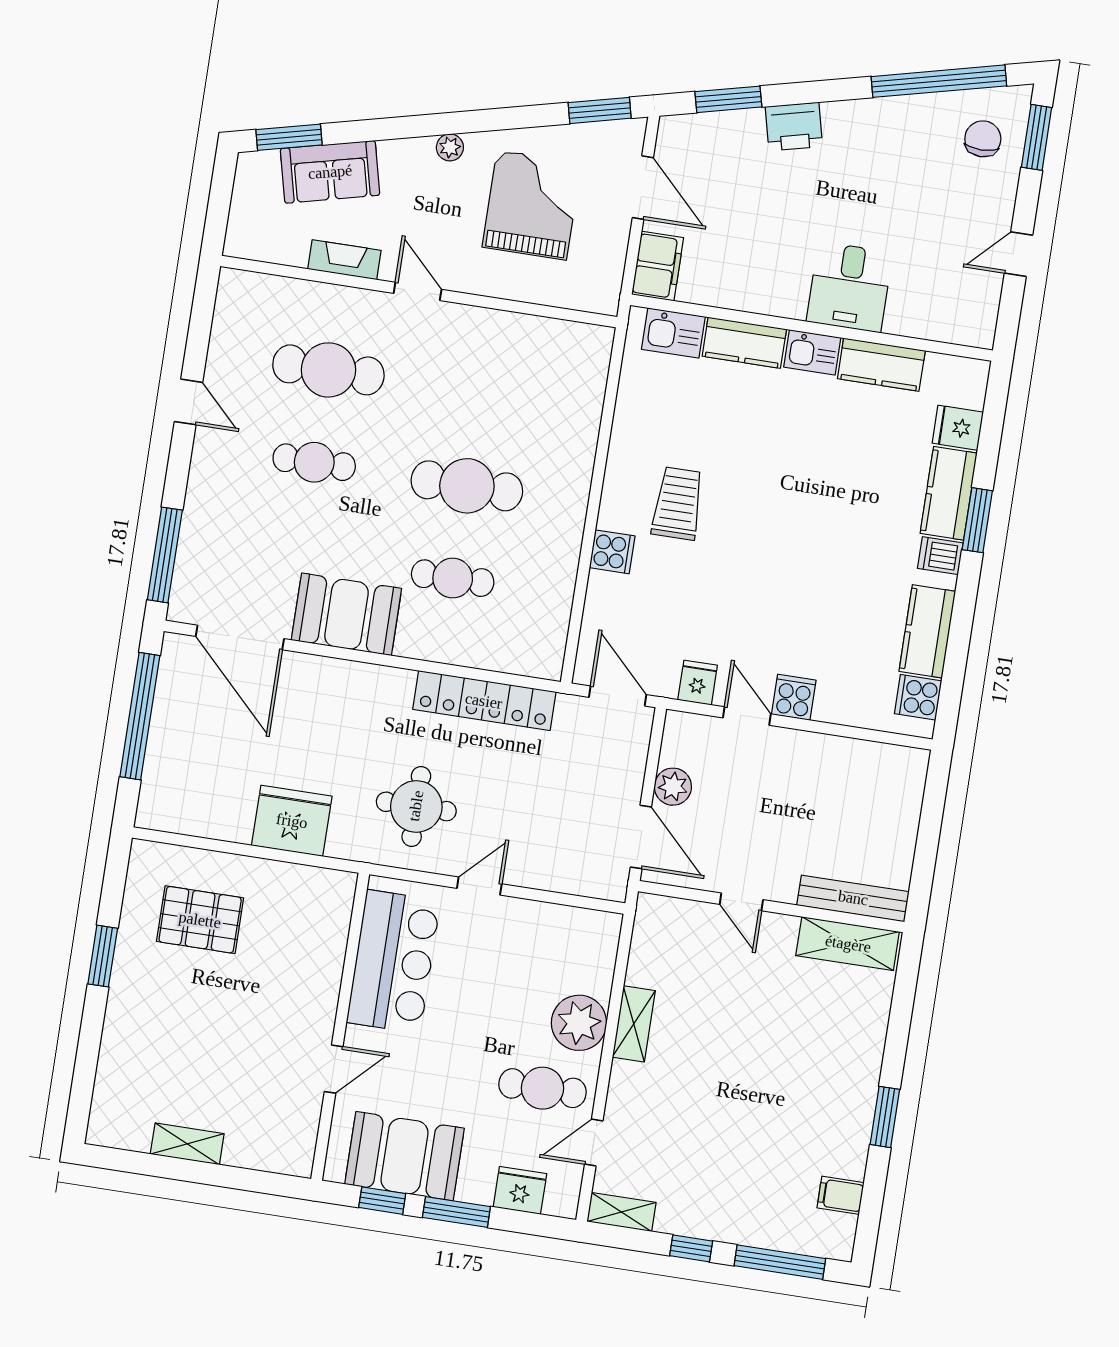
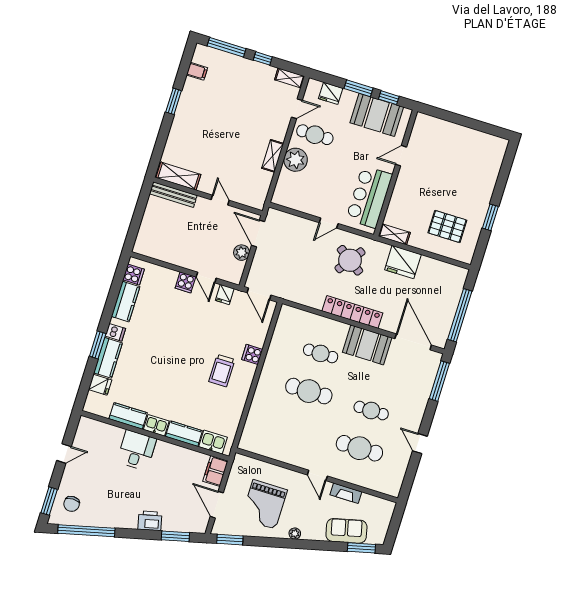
locker: (484, 701) -> (352, 312), moved
round table: (416, 806) -> (350, 260), turned 35
shelving: (187, 1144) -> (394, 234), moved

